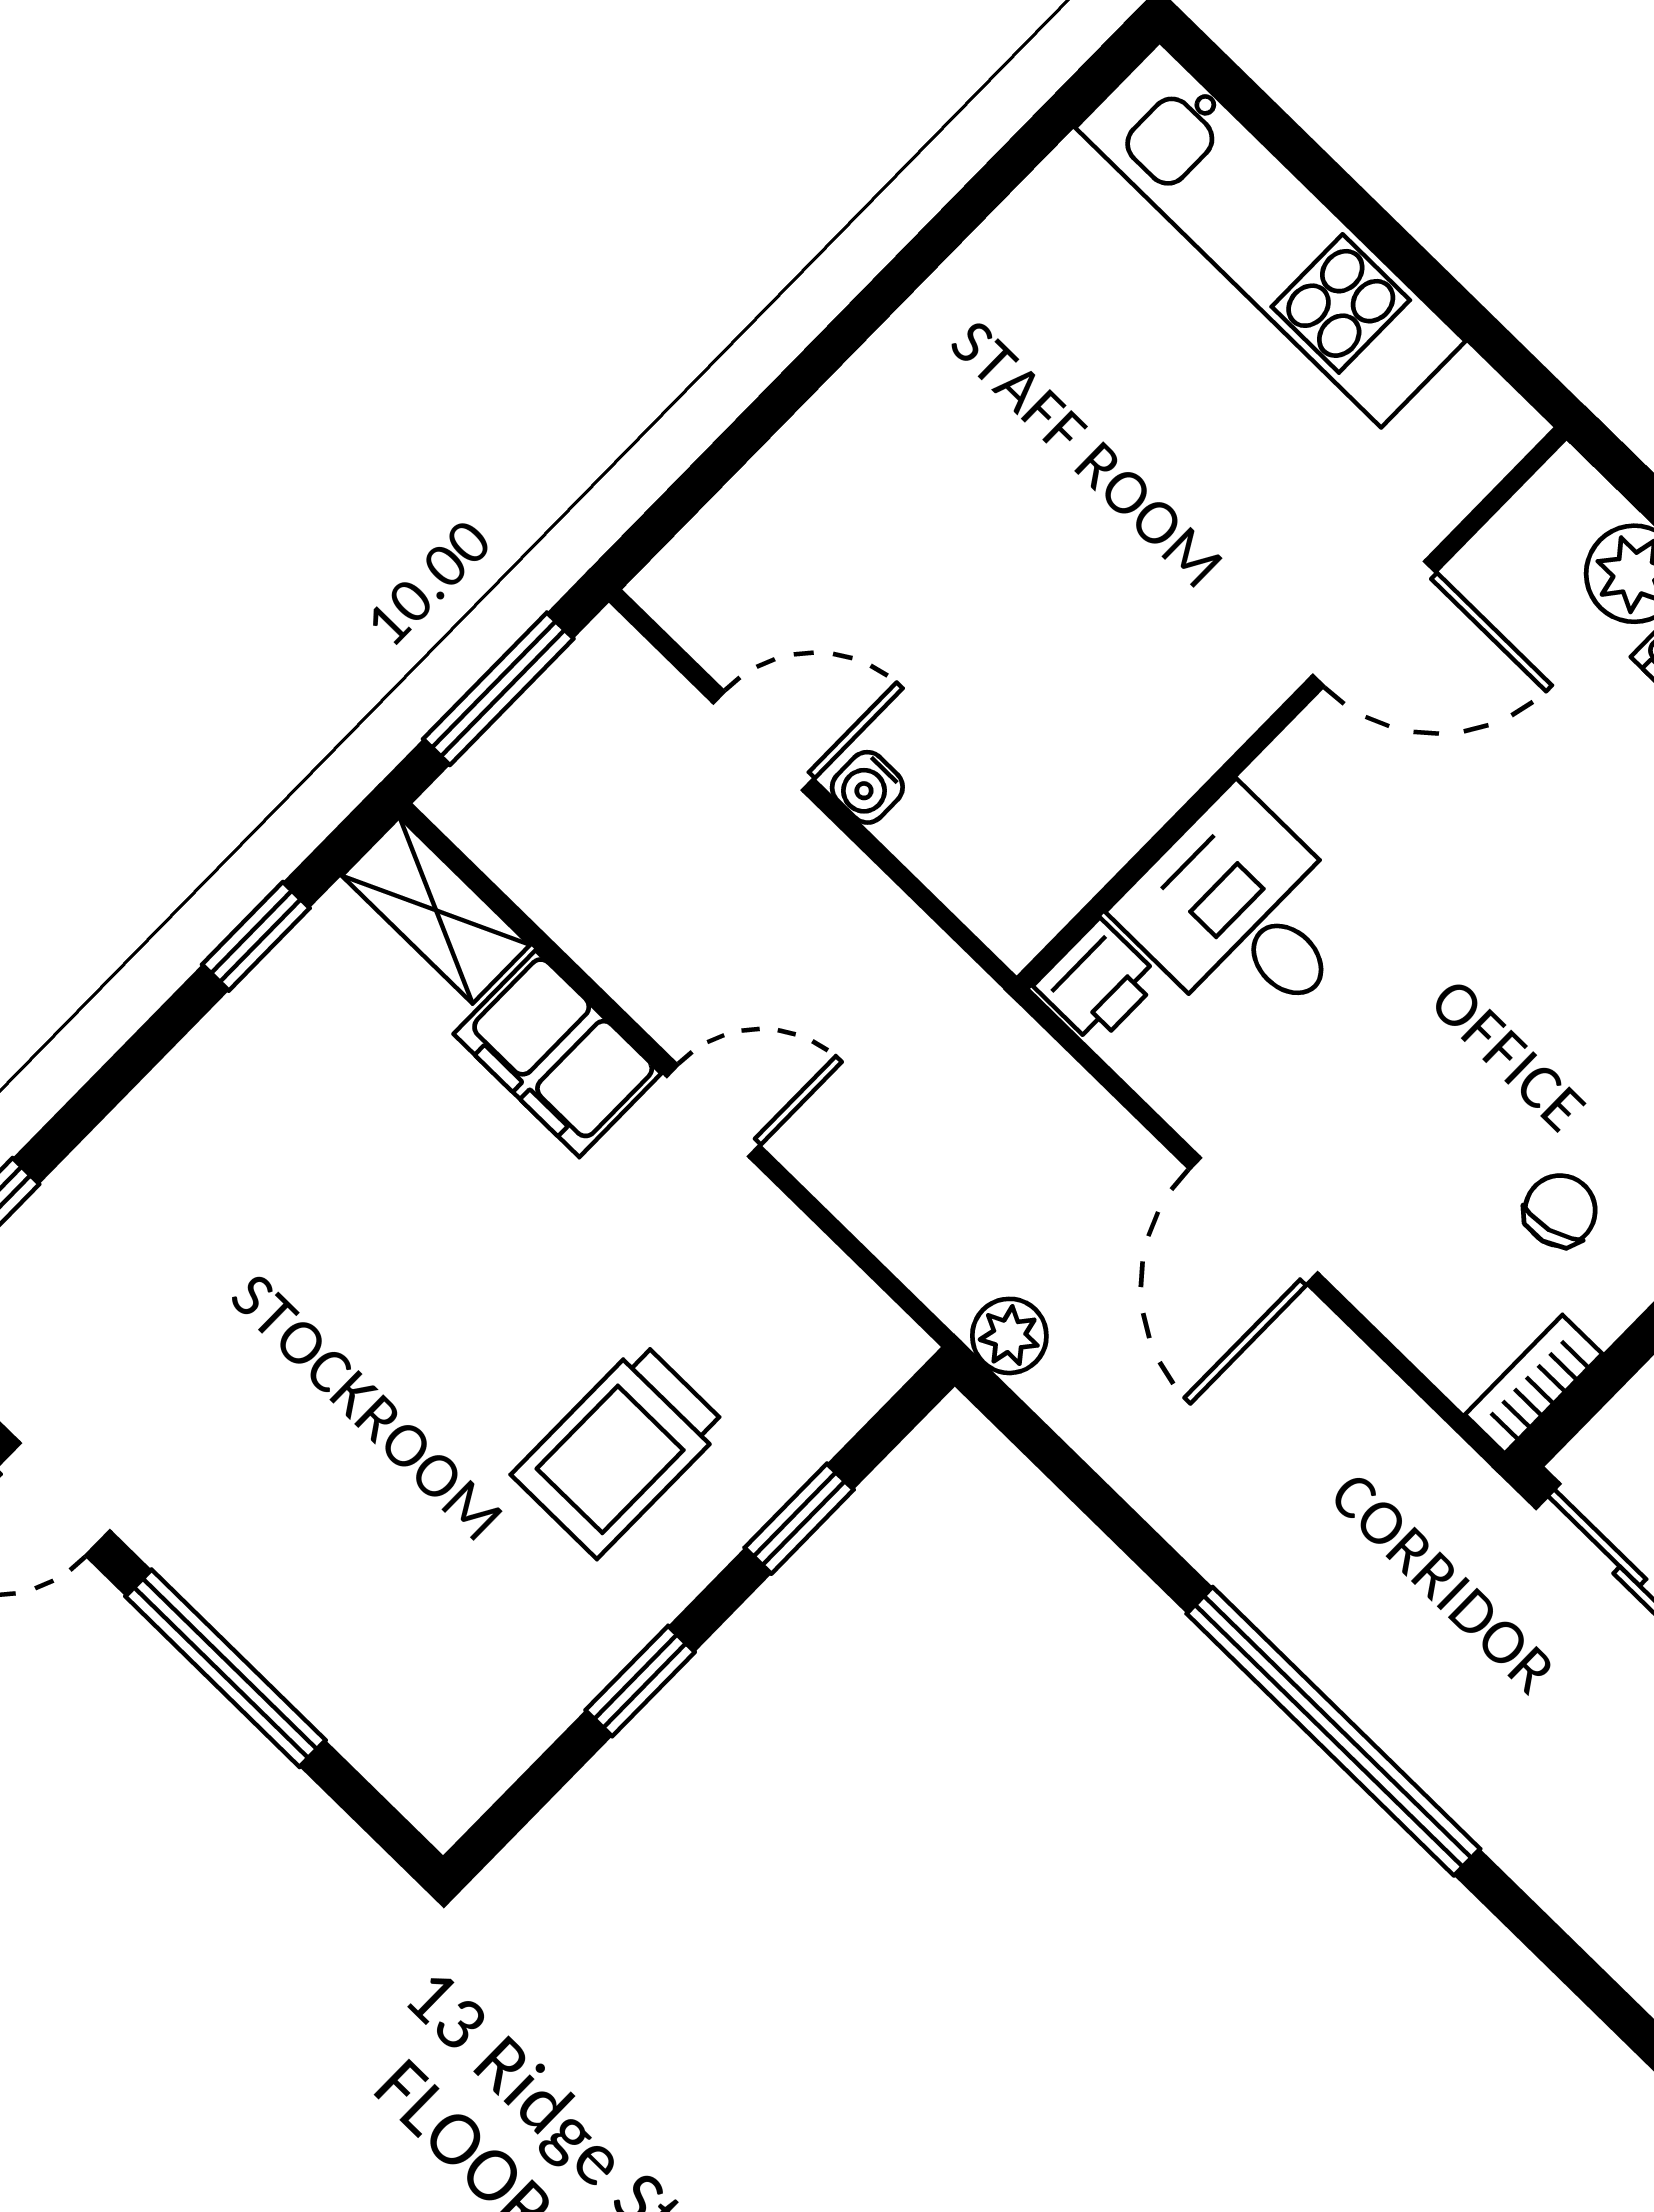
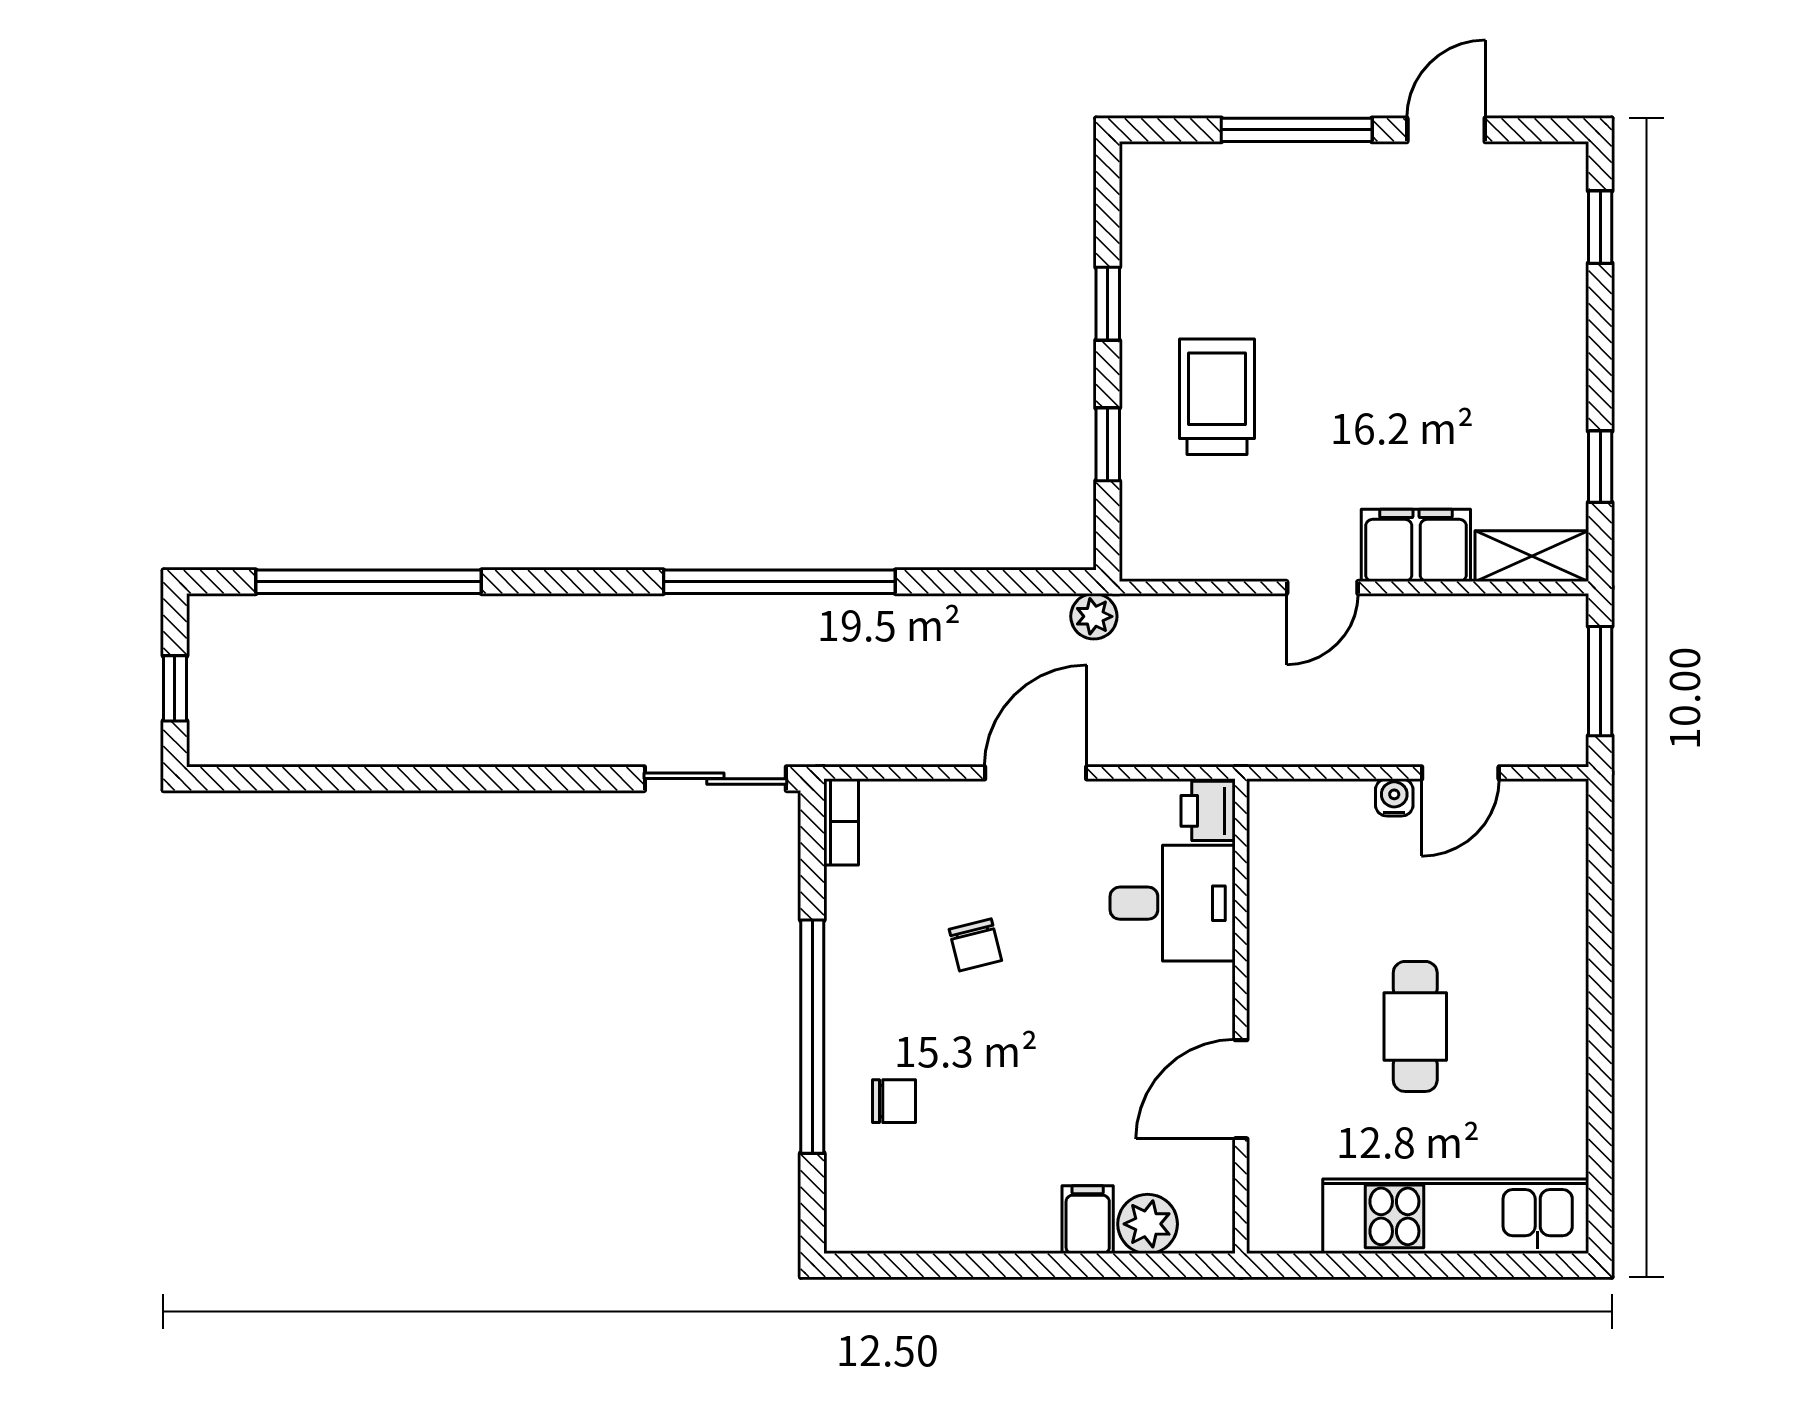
cafe table: (1102, 499) -> (1415, 1026), added
chair: (1560, 1211) -> (975, 945), moved
door: (1254, 1221) -> (1036, 773), hinge flipped

